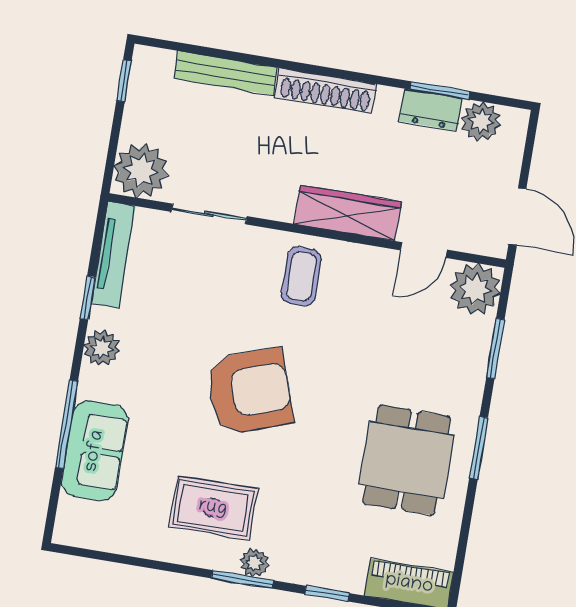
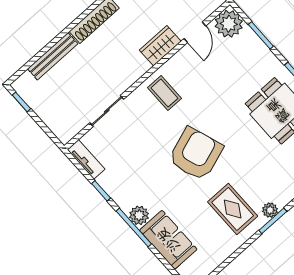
plant: (141, 171) -> (65, 125), removed
wardrobe: (348, 213) -> (160, 46), width x0.67
tv unit: (113, 255) -> (86, 159), width x0.71
plant: (102, 348) -> (139, 215), moved
window: (66, 424) -> (134, 227), moved
rug: (213, 508) -> (233, 209), turned 90

